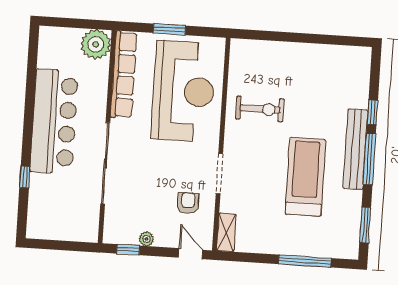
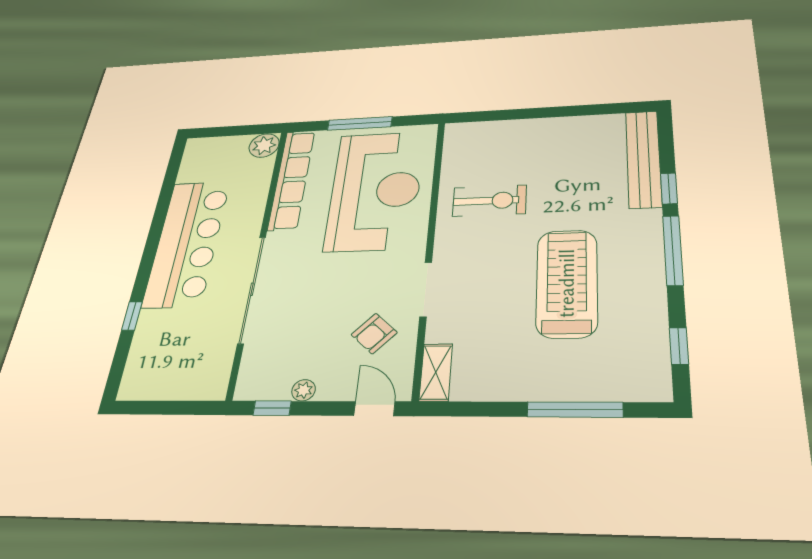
window: (169, 29) -> (360, 123), width x1.44
plant: (96, 44) -> (264, 145), width x0.73, depth x0.73
bench: (355, 149) -> (643, 159), moved
armchair: (188, 203) -> (374, 334), turned -137
window: (365, 225) -> (679, 346), width x0.67

